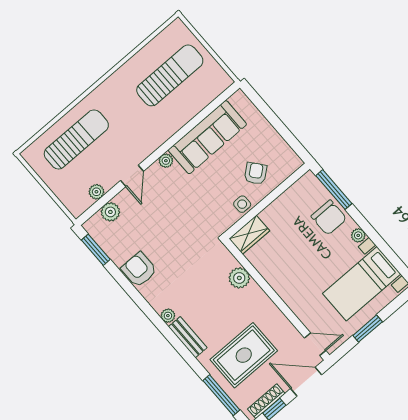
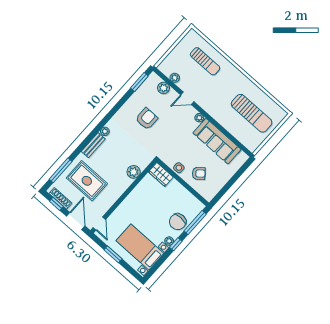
sun lounger: (76, 139) -> (205, 61), width x0.73, depth x0.75
window: (365, 225) -> (176, 244), added
armchair: (139, 270) -> (147, 119), moved

